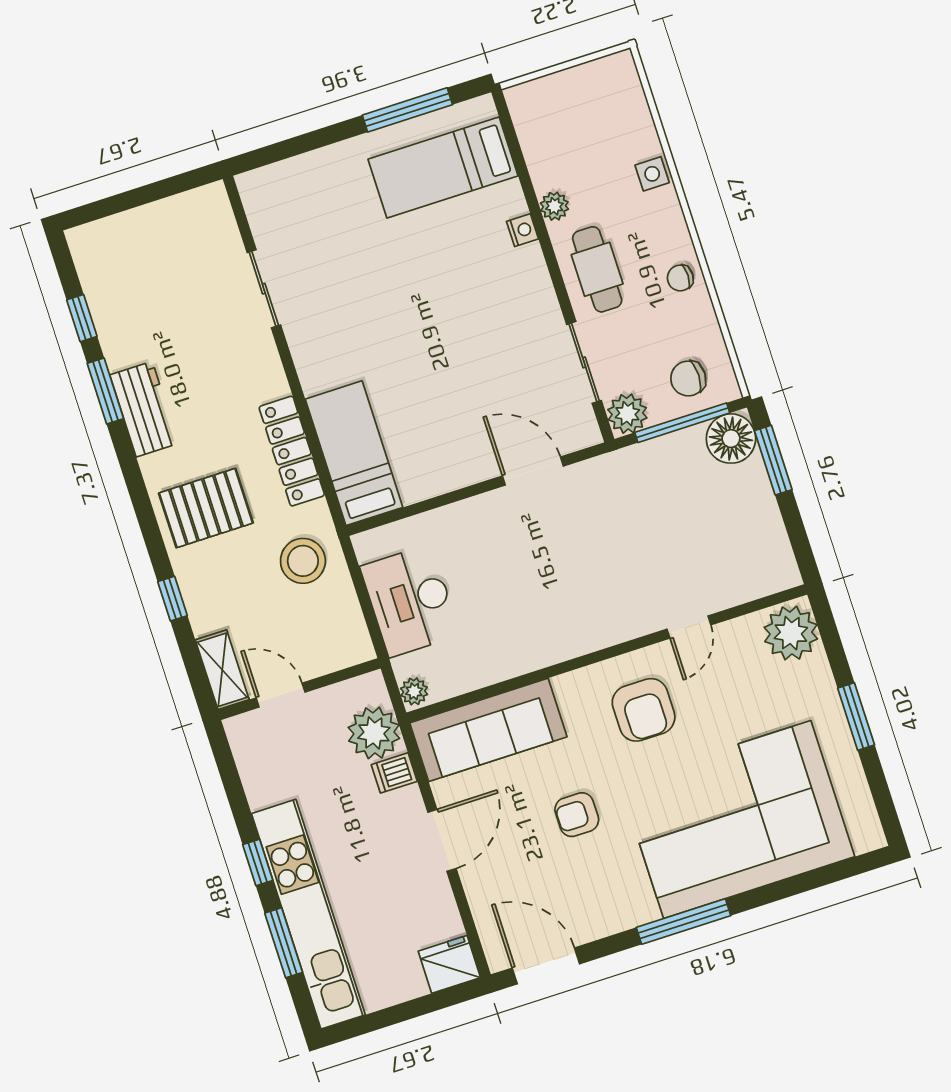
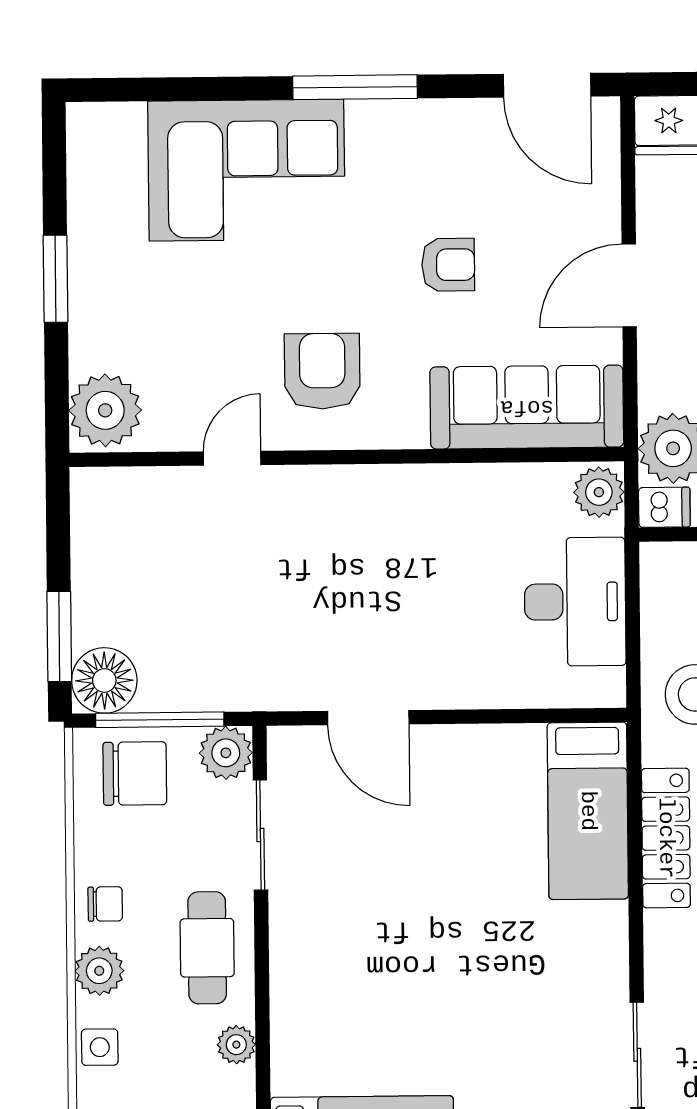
plant: (670, 229) -> (99, 971), added
nightstand: (522, 230) -> (286, 1027), removed
chair: (688, 378) -> (135, 774), width x1.37, depth x1.37
plant: (414, 691) -> (599, 492), width x1.38, depth x1.38
dishwasher: (394, 773) -> (664, 507), moved
corner sofa: (737, 819) -> (246, 170), width x0.73, depth x0.74

